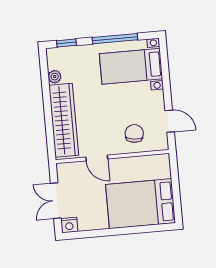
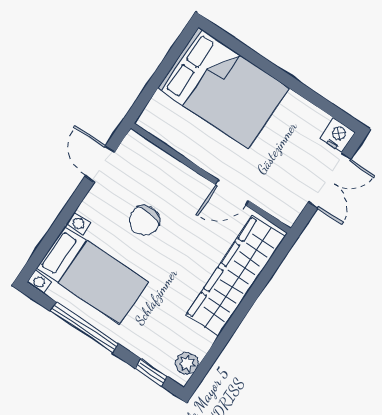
plant: (55, 77) -> (187, 363), moved
chair: (134, 133) -> (144, 221), moved
door: (97, 158) -> (232, 193), swing flipped

